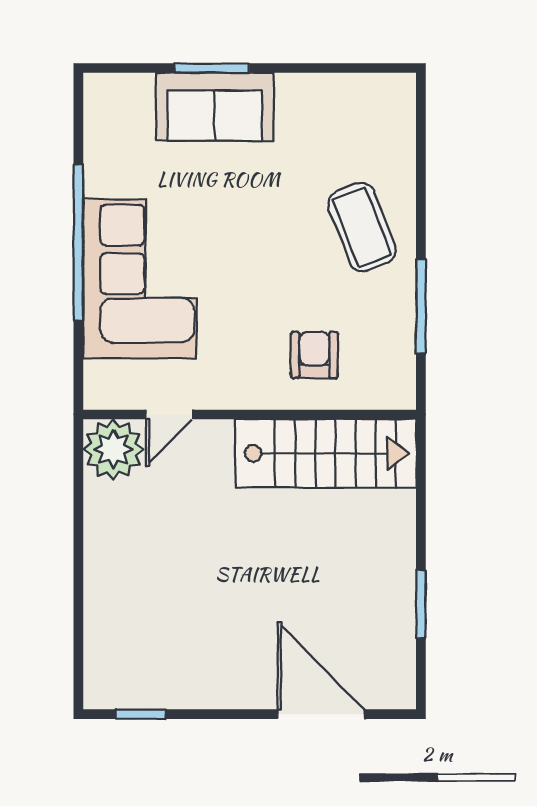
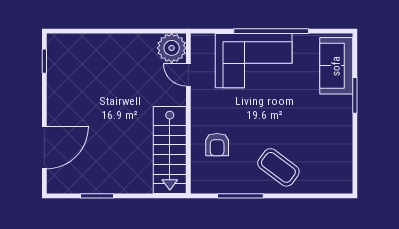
sofa: (215, 107) -> (336, 66), moved
coffee table: (362, 227) -> (278, 167), turned 58
armchair: (314, 355) -> (217, 145), turned 90

